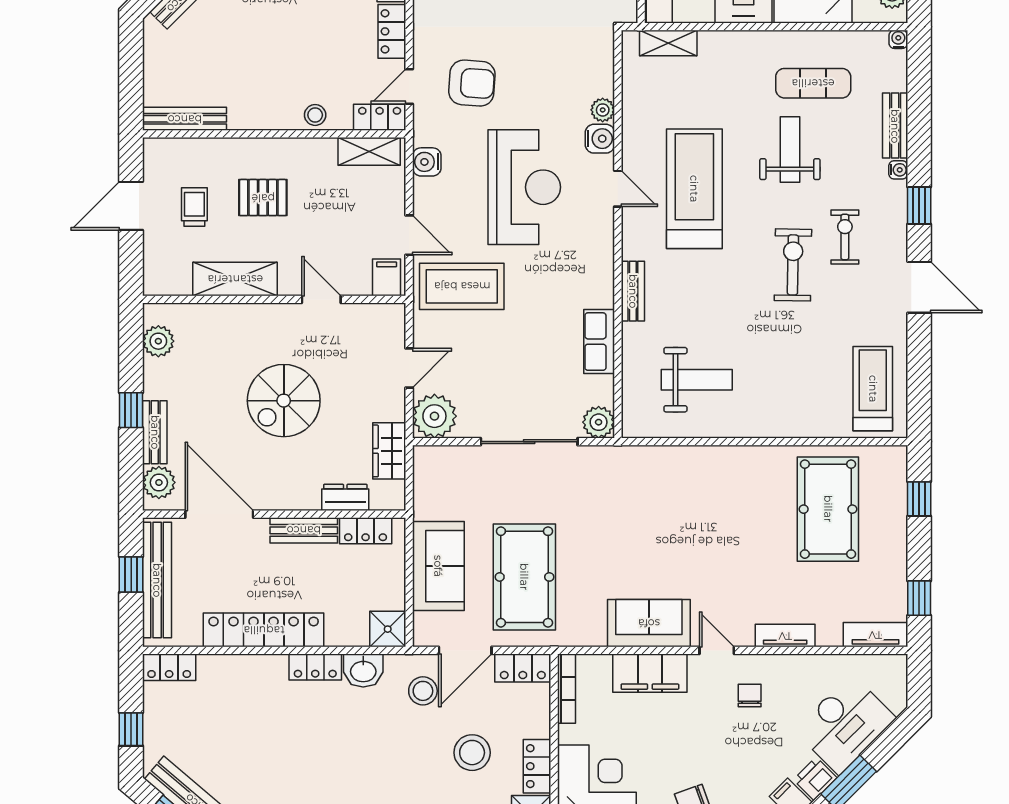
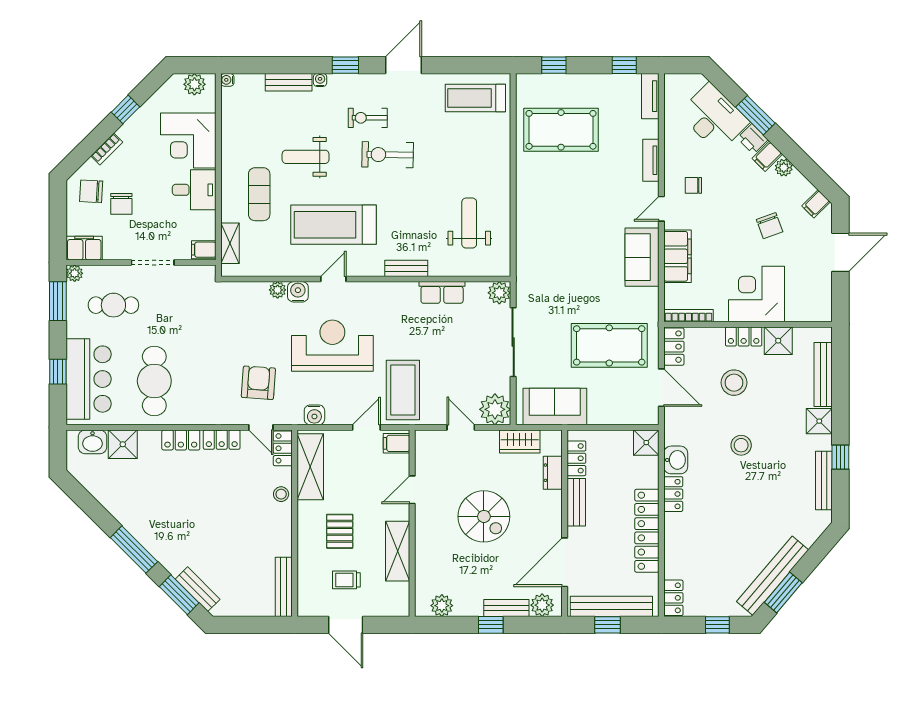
exercise mat: (813, 83) -> (259, 194), moved
shelving: (369, 151) -> (310, 467), width x1.50, depth x1.33
sofa: (438, 566) -> (555, 407), moved
stool: (423, 691) -> (741, 445), moved

